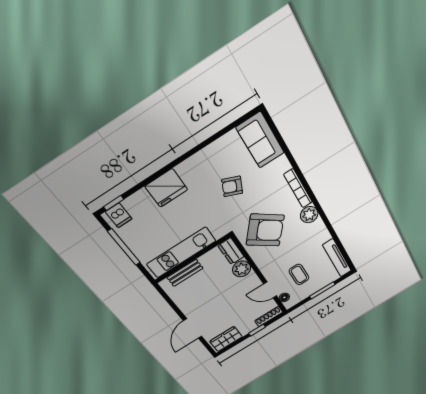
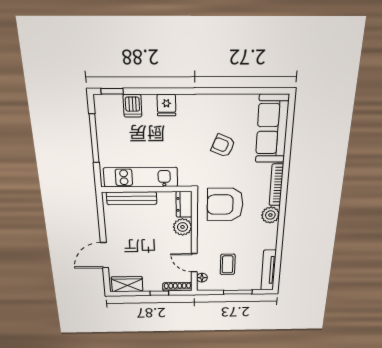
sofa: (260, 140) -> (272, 129), width x1.36
fridge: (166, 188) -> (166, 105), width x0.53, depth x0.75
dishwasher: (119, 215) -> (132, 106), moved
armchair: (265, 230) -> (225, 204), turned 142
bench: (185, 273) -> (132, 198), width x1.36

